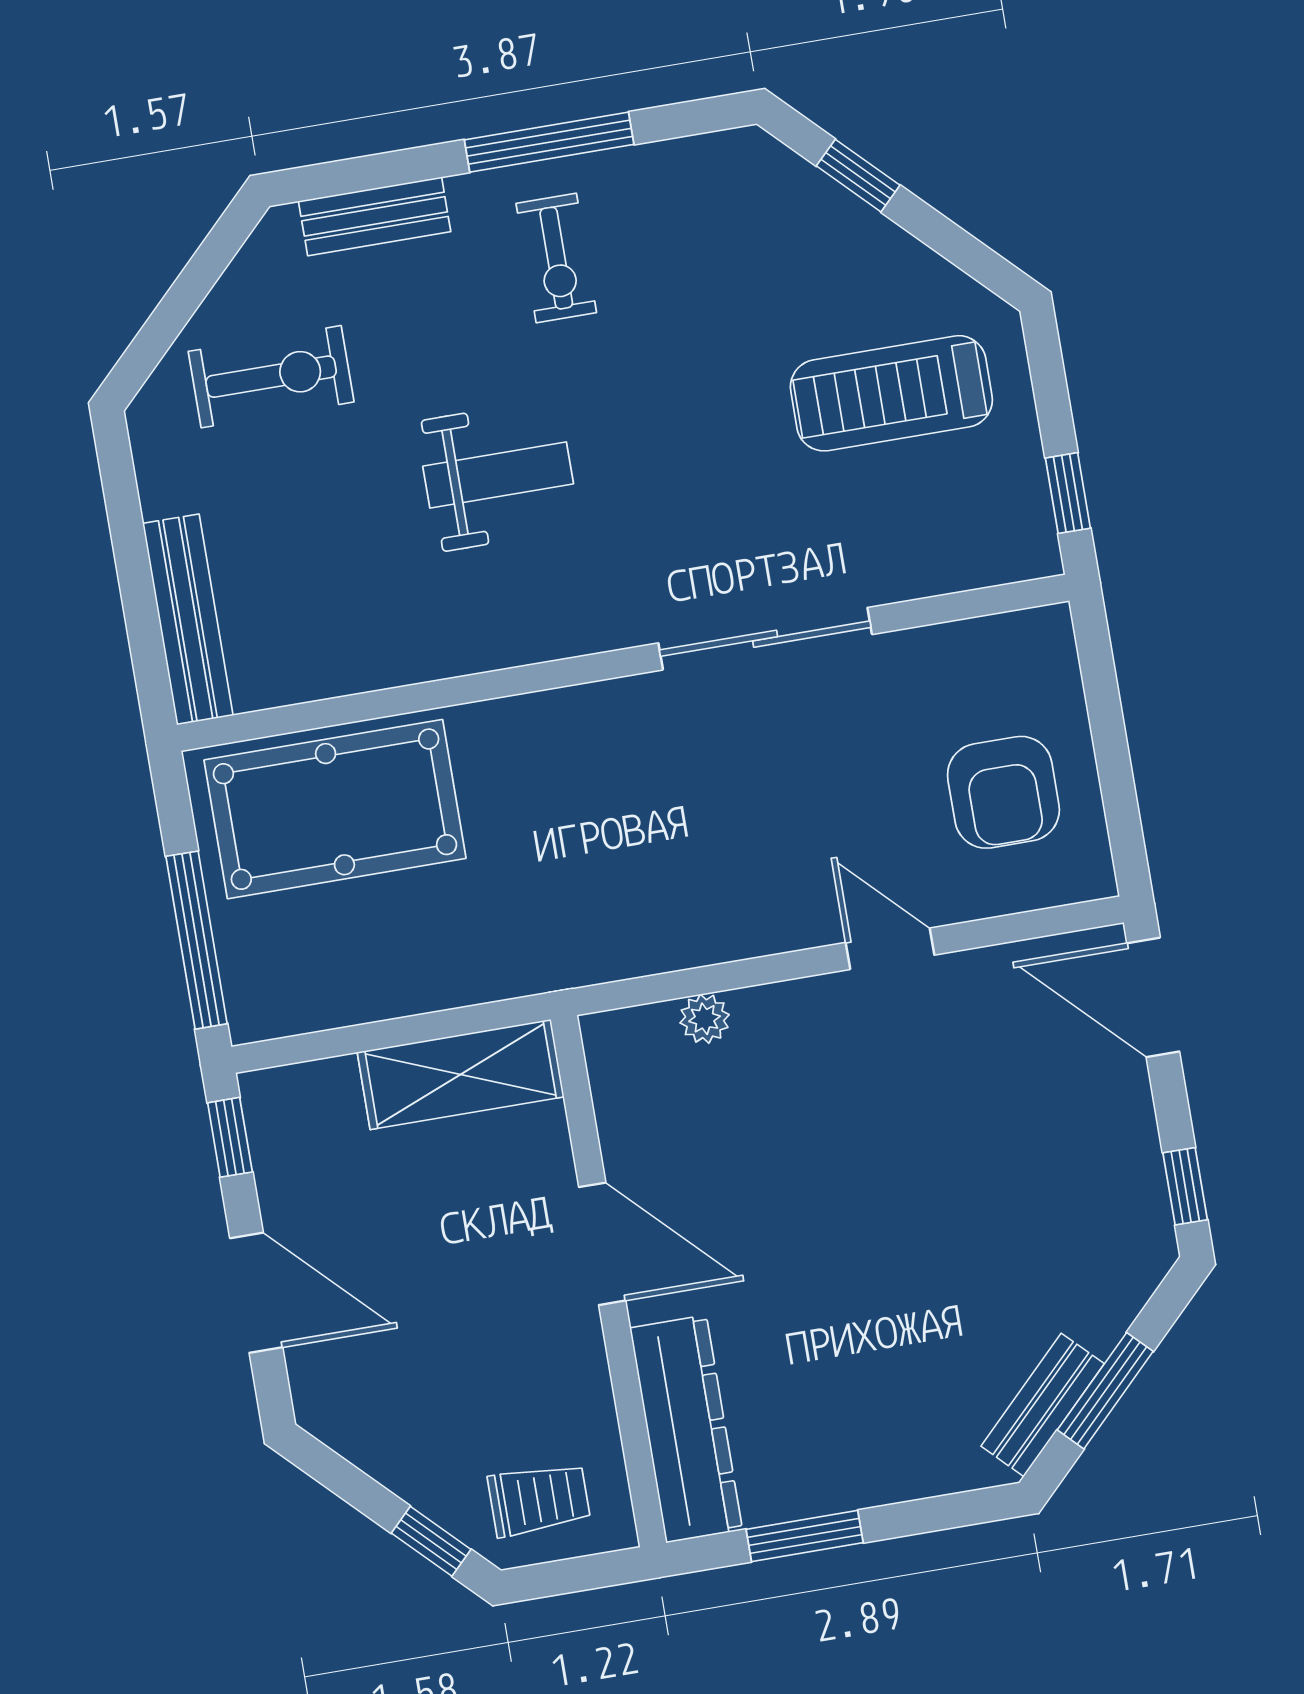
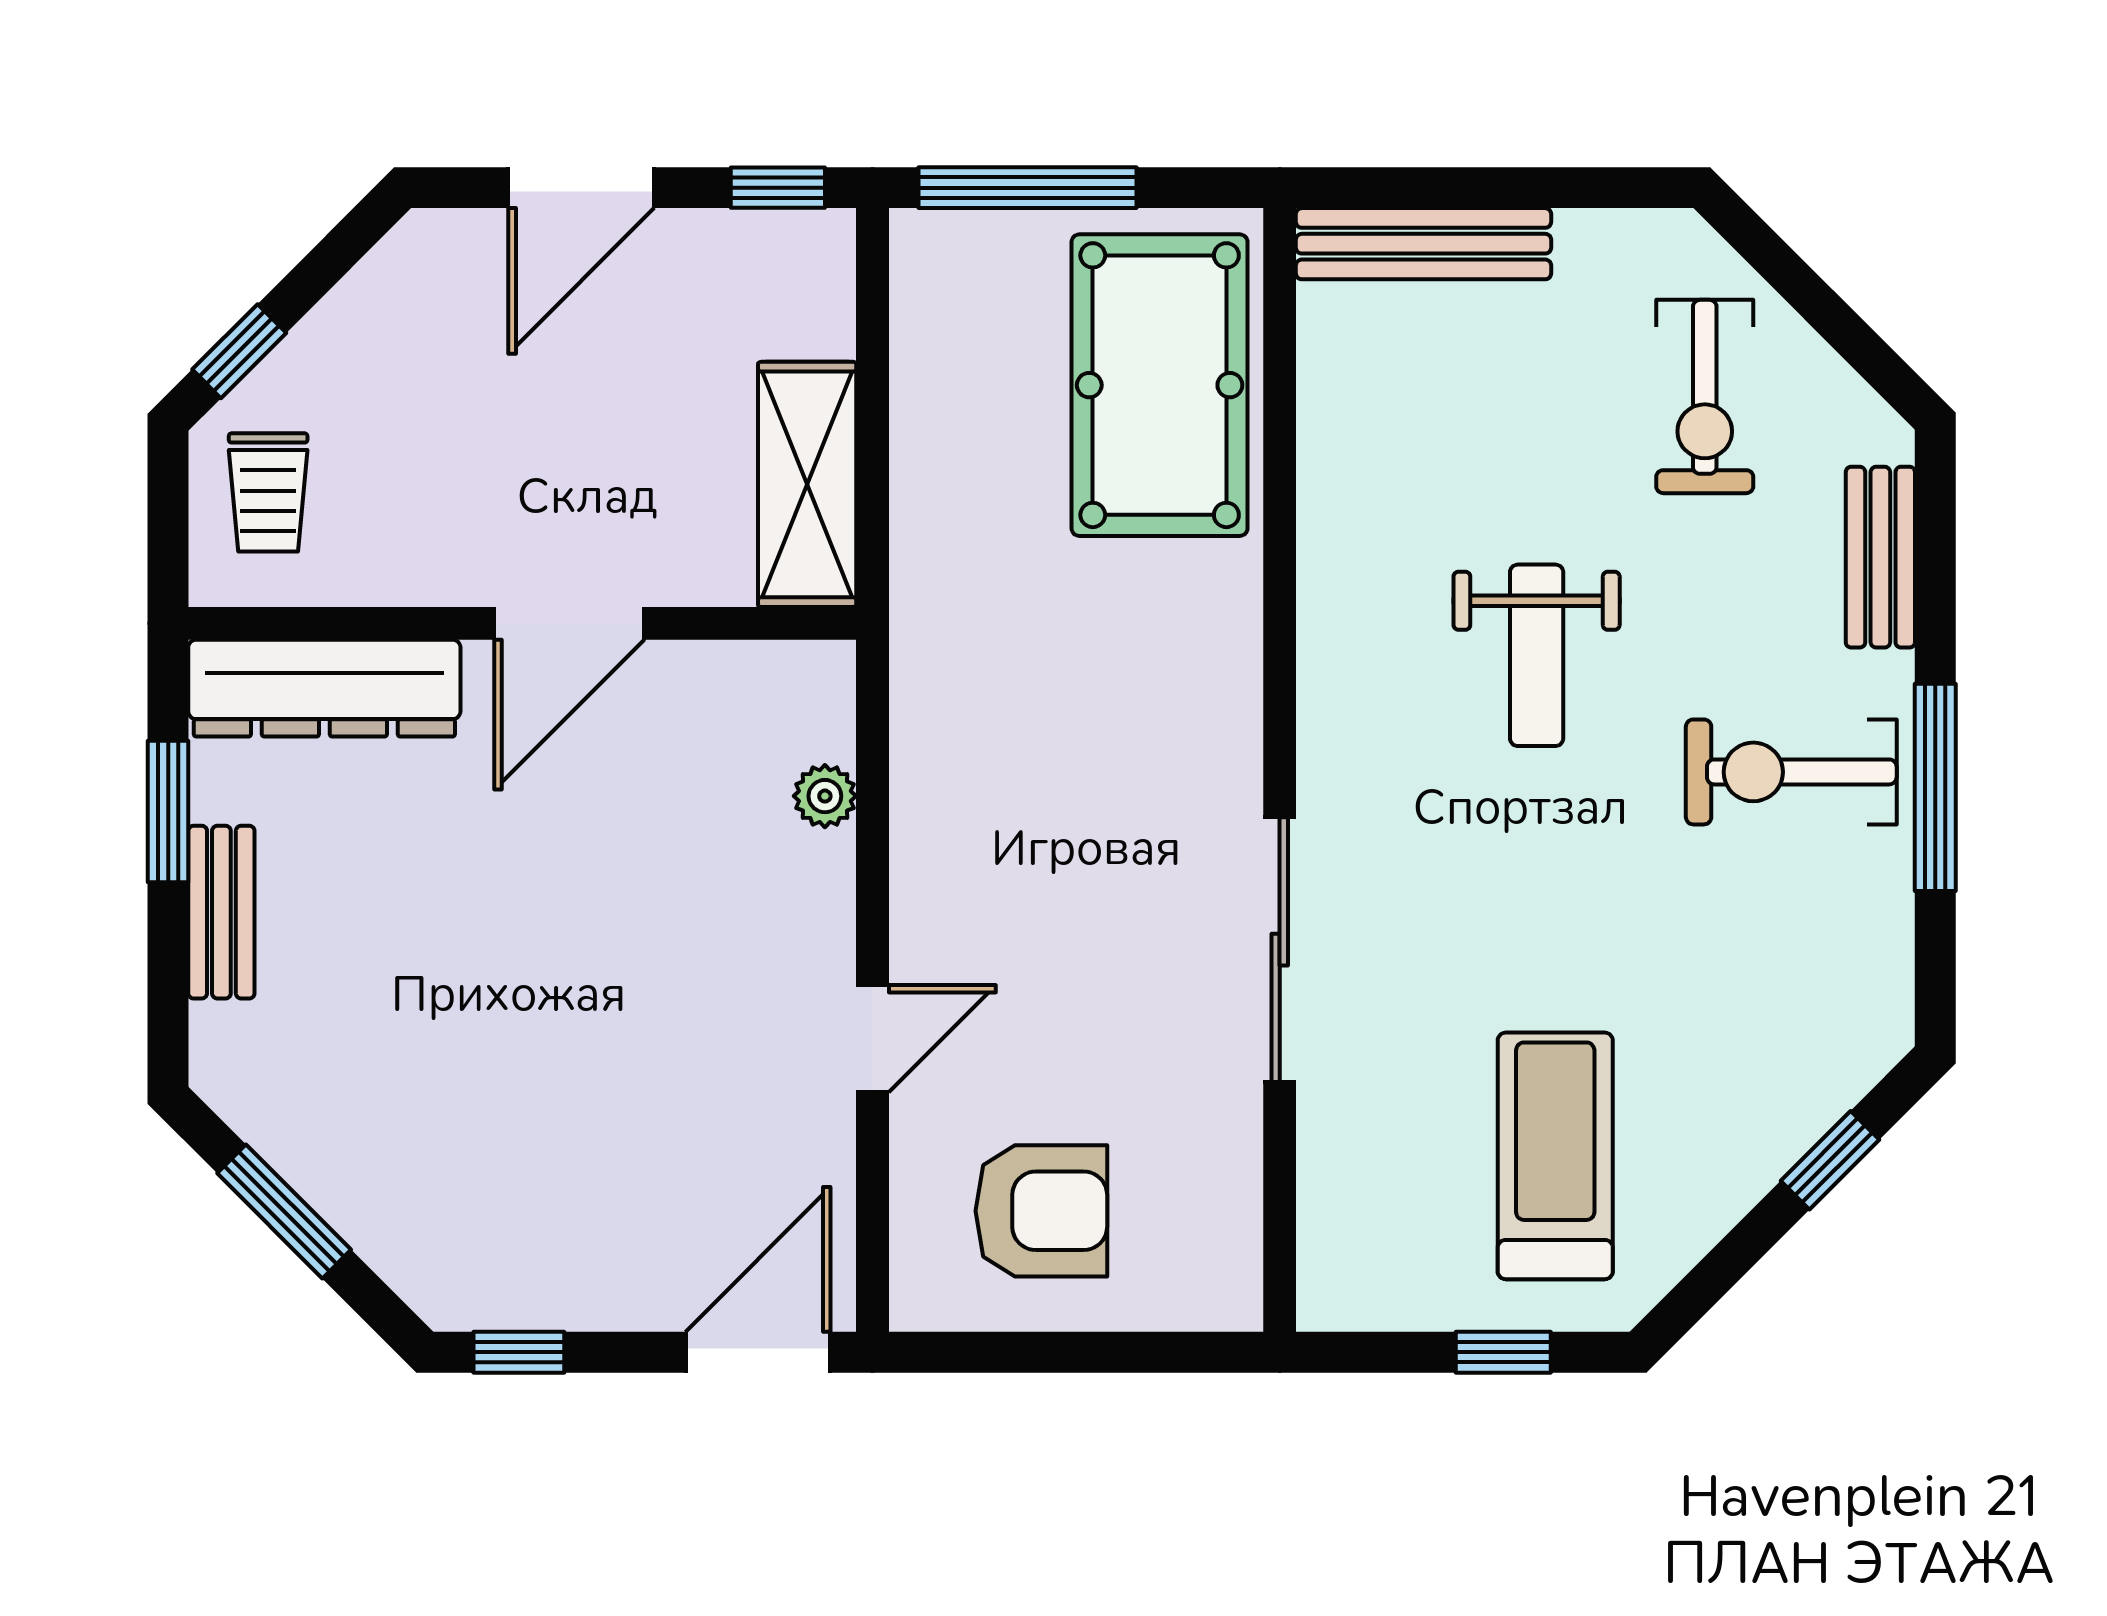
exercise bike: (556, 258) -> (1791, 772), width x1.38, depth x1.39
window: (1068, 493) -> (1503, 1352), moved
armchair: (1003, 792) -> (1041, 1211), turned 180
bench: (1043, 1405) -> (221, 912), moved, turned 45

